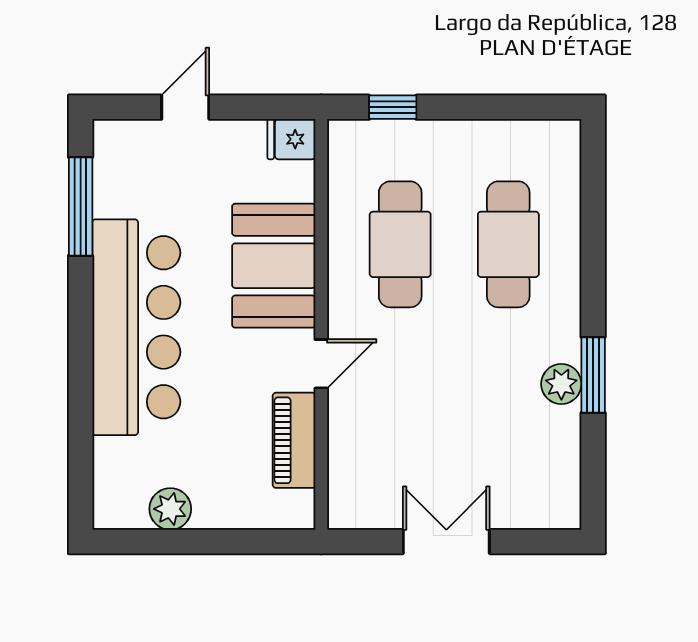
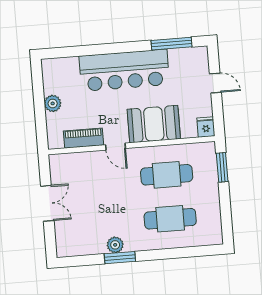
window: (393, 107) -> (222, 167), width x1.50
plant: (170, 509) -> (53, 103), moved

